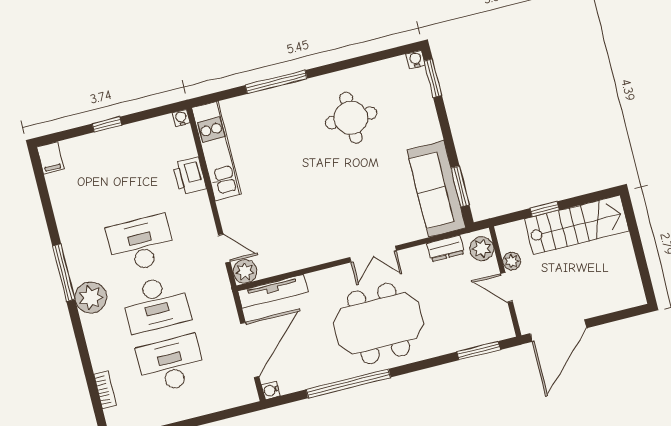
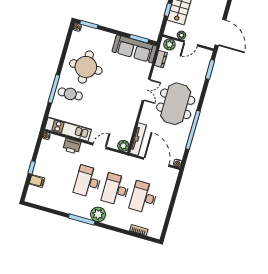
cafe table: (284, 118) -> (70, 94), added
round table: (351, 118) -> (86, 67), width x1.36, depth x1.36
filing cabinet: (50, 158) -> (37, 181), moved
door: (224, 248) -> (100, 146), moved
desk: (156, 304) -> (116, 189), turned 180

